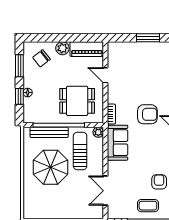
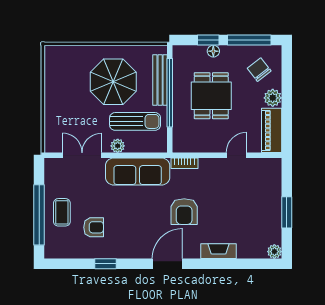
window: (19, 66) -> (249, 40), width x1.44
dining table: (77, 101) -> (211, 96), moved
plant: (98, 132) -> (118, 146), moved
sofa: (117, 143) -> (138, 171), width x1.36

